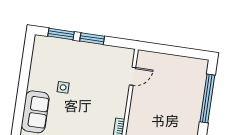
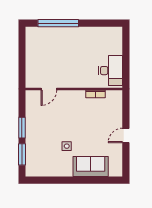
door: (133, 76) -> (49, 89), swing flipped

